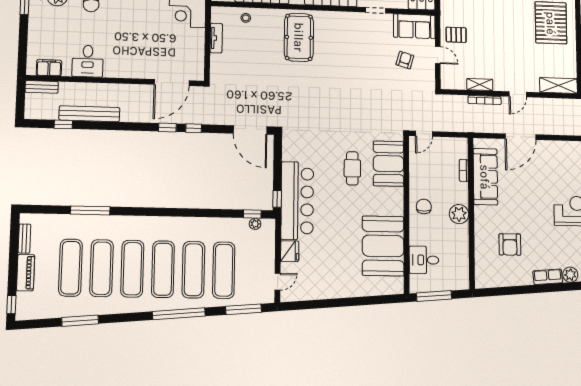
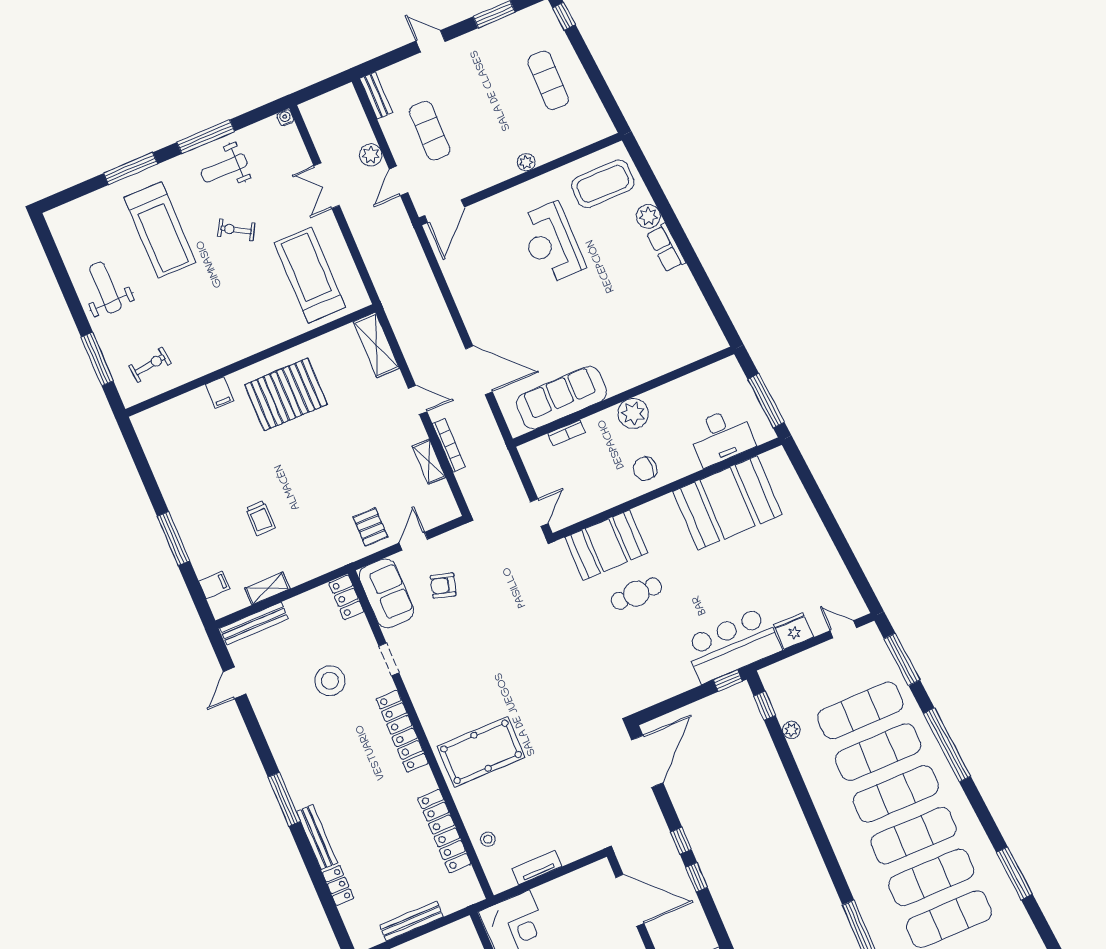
door: (424, 134) -> (539, 513), hinge flipped
bar counter: (297, 201) -> (732, 645), width x0.73
plant: (255, 224) -> (791, 730), moved
armchair: (510, 244) -> (644, 322), removed
desk: (424, 260) -> (721, 436), width x1.37

